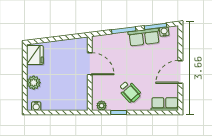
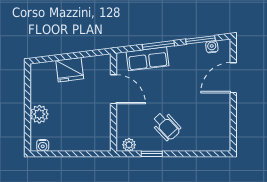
row of seats: (144, 37) -> (148, 59), moved
fridge: (35, 55) -> (70, 70), moved, turned 83
door: (180, 72) -> (233, 78), moved
row of seats: (165, 104) -> (213, 143), removed

